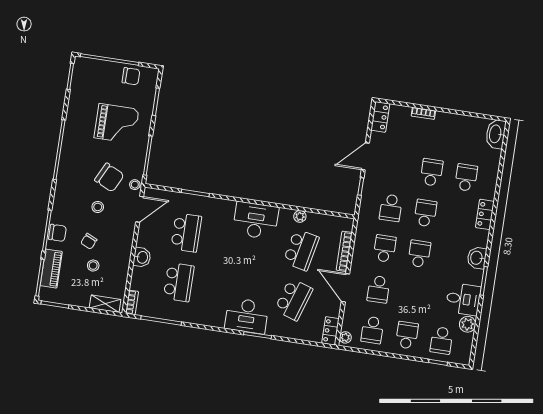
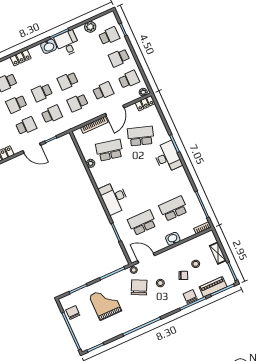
school desk: (397, 167) -> (26, 126), added
desk: (256, 221) -> (114, 198), moved
desk: (463, 299) -> (67, 43), moved
shelving: (105, 304) -> (218, 253), moved

